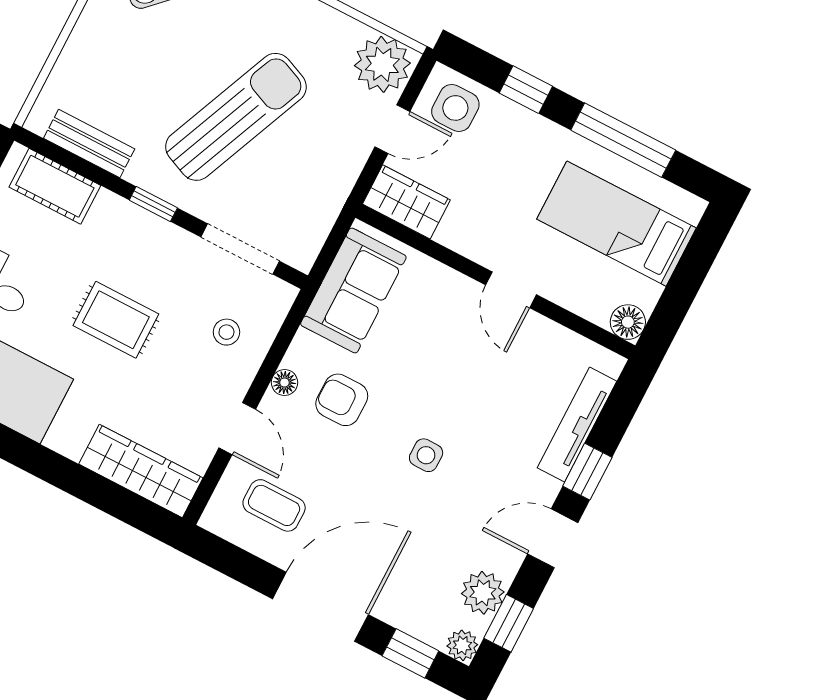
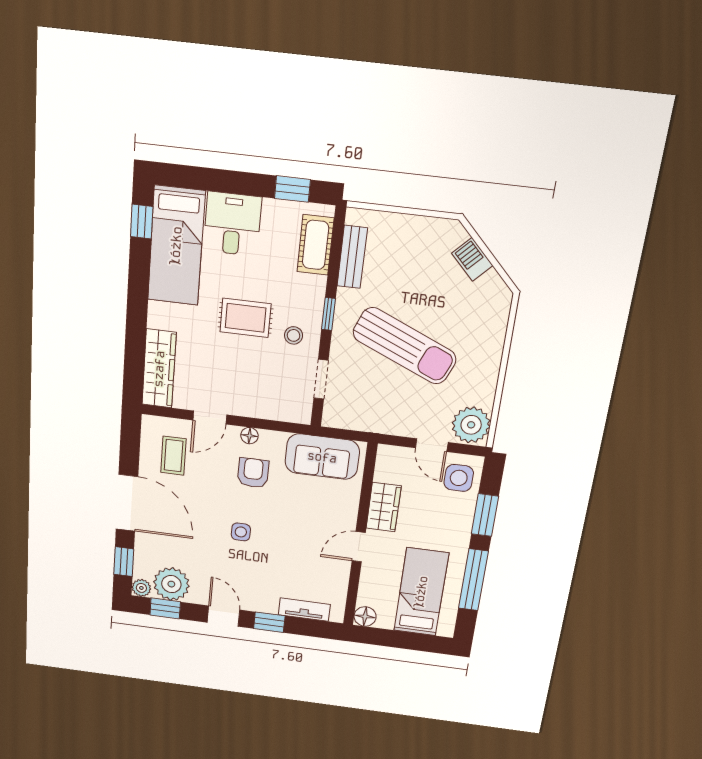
window: (526, 90) -> (485, 515), width x1.50
wardrobe: (406, 202) -> (384, 507), moved
doorway: (240, 249) -> (321, 379), width x0.73
rug: (116, 320) -> (246, 318), turned 90
stool: (226, 332) -> (294, 335), moved
tv unit: (577, 424) -> (304, 610), width x0.71
plant: (483, 593) -> (171, 584), width x1.36, depth x1.36

